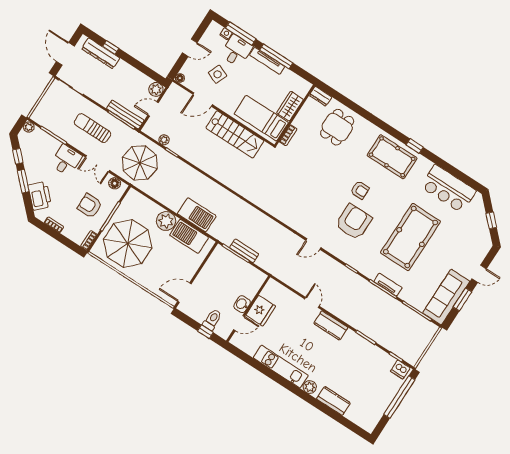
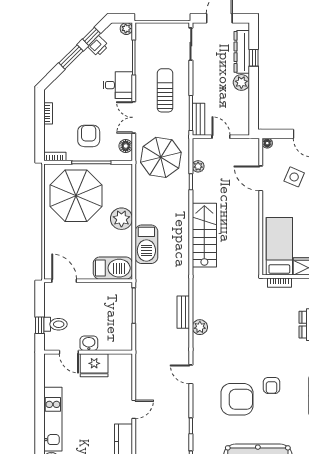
plant: (156, 89) -> (241, 82), moved
bench: (125, 114) -> (198, 119), width x0.73
stairs: (235, 134) -> (204, 235), moved, turned 180
printer: (40, 196) -> (98, 46), moved, width x0.53, depth x0.68
plant: (283, 215) -> (200, 327), added
barbecue: (189, 236) -> (113, 268), moved, turned 90
bench: (244, 251) -> (183, 312), moved

